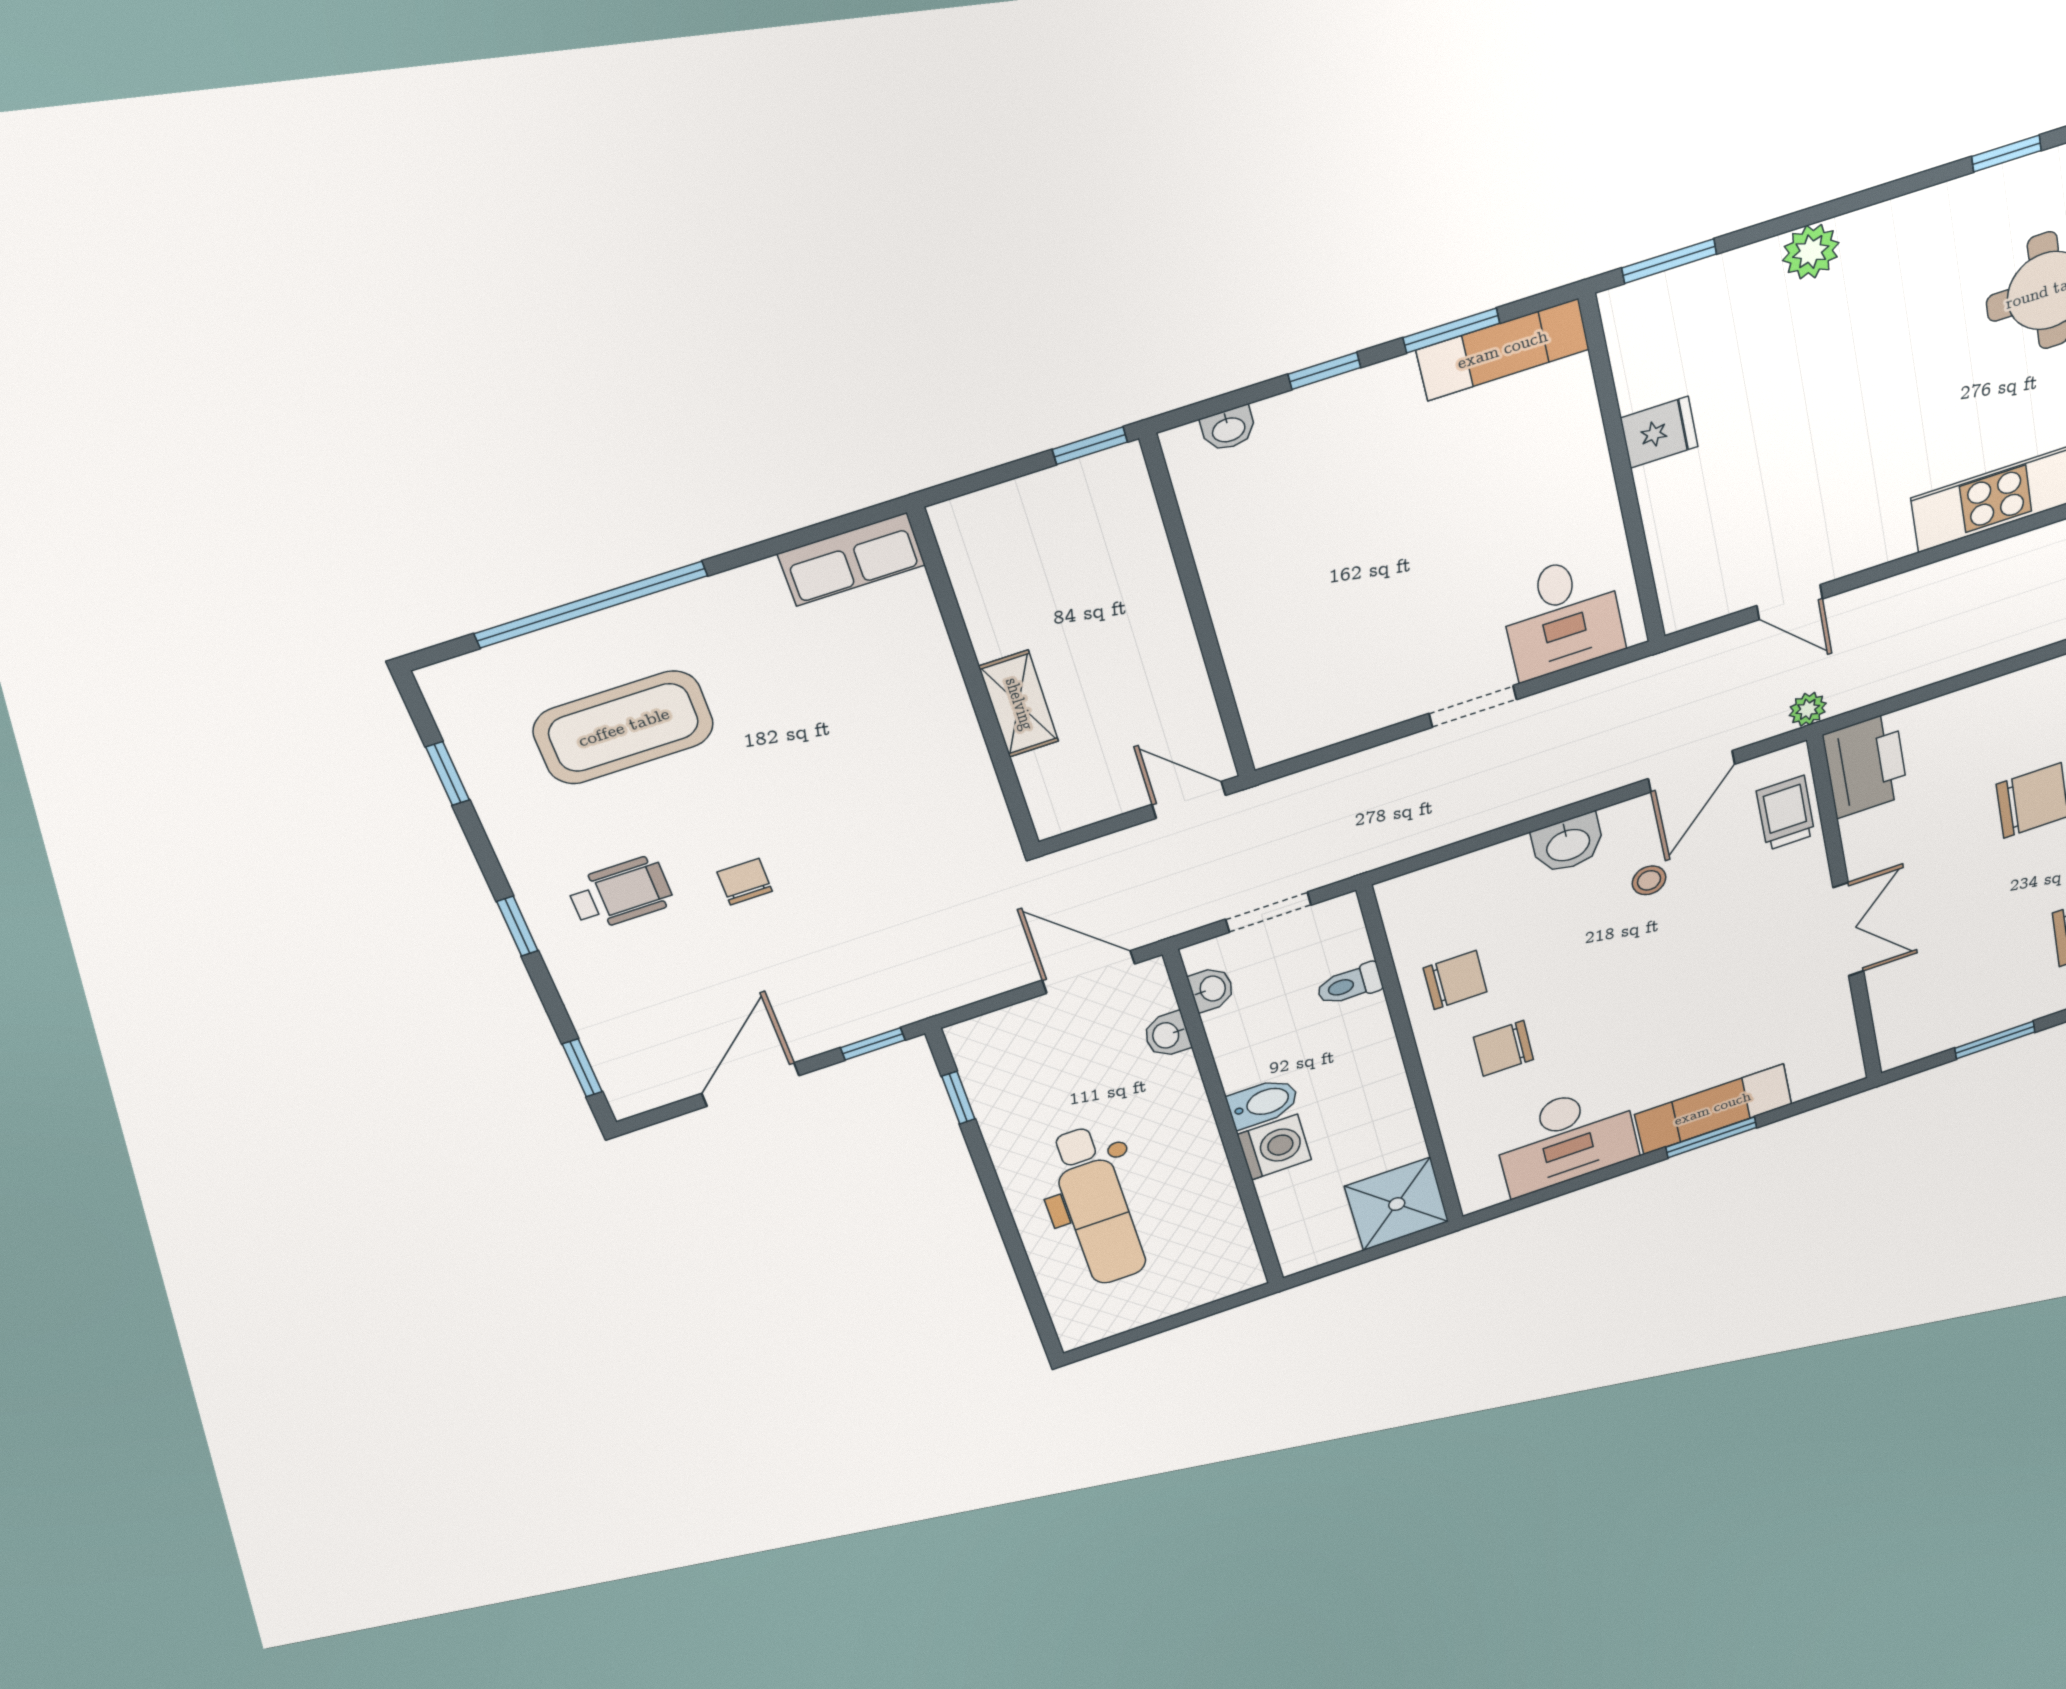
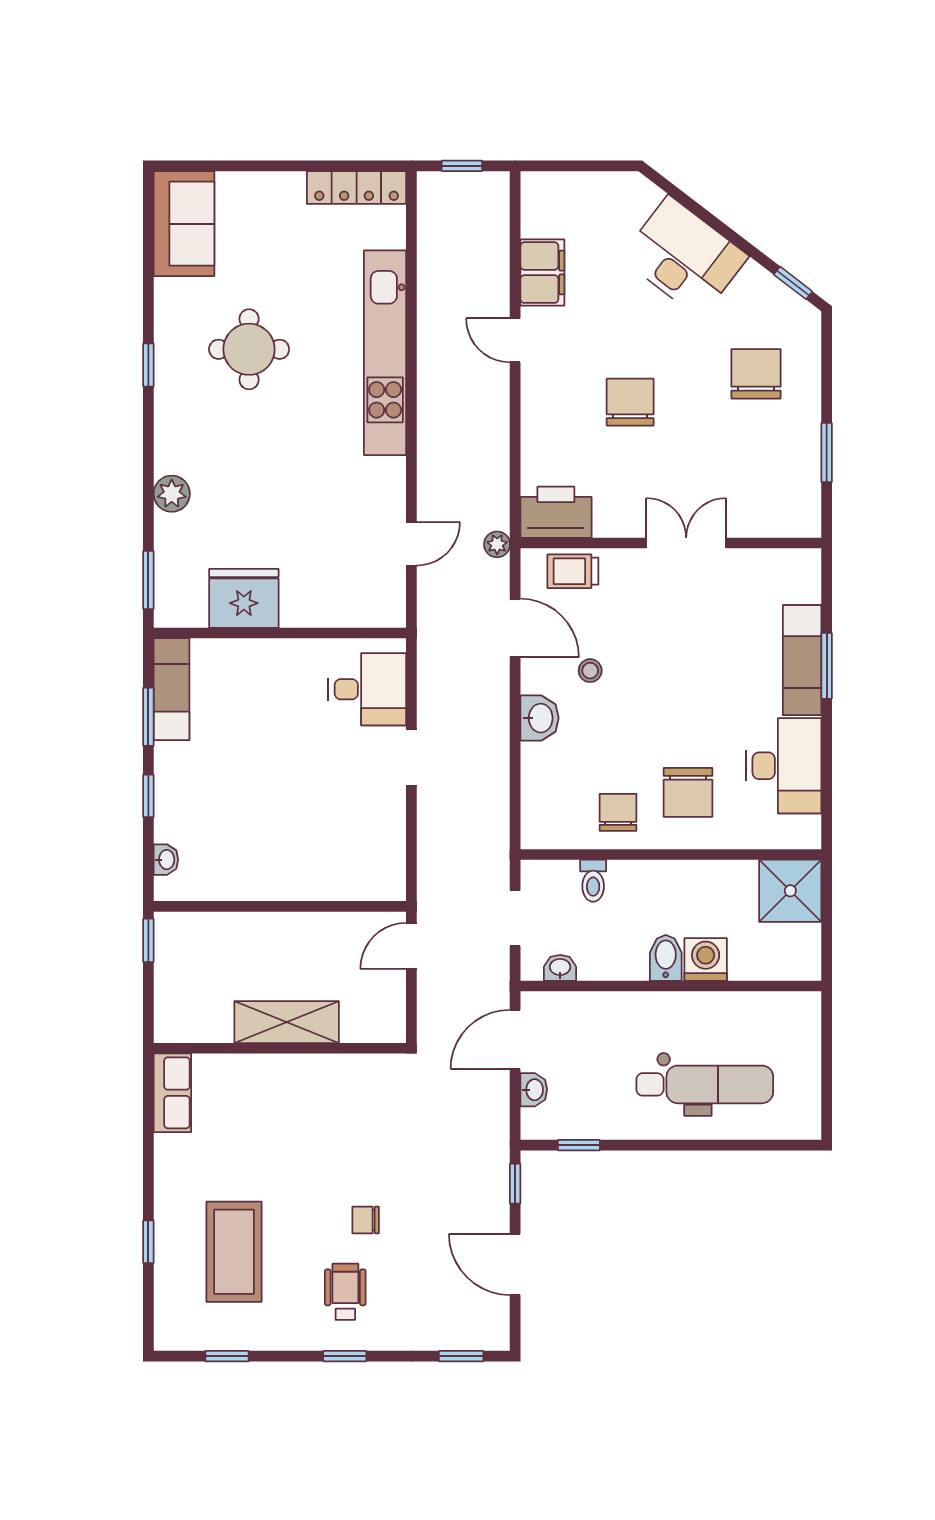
fridge: (1659, 432) -> (244, 598), width x1.88, depth x1.34
window: (591, 605) -> (148, 1242), width x0.32
shelving: (1019, 704) -> (287, 1022), width x1.50, depth x1.33
washbasin: (1167, 1035) -> (534, 1090), moved, turned -90
chair: (1503, 1048) -> (688, 792), width x1.37, depth x1.37

